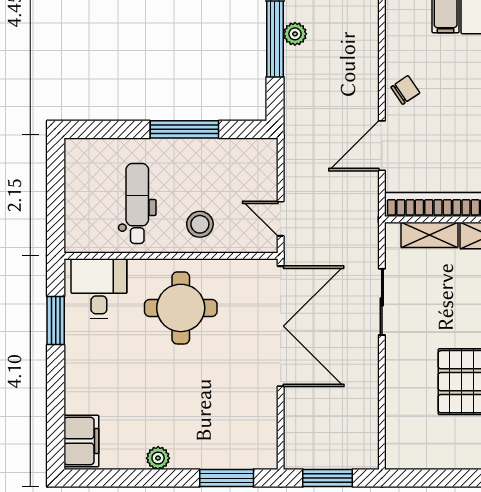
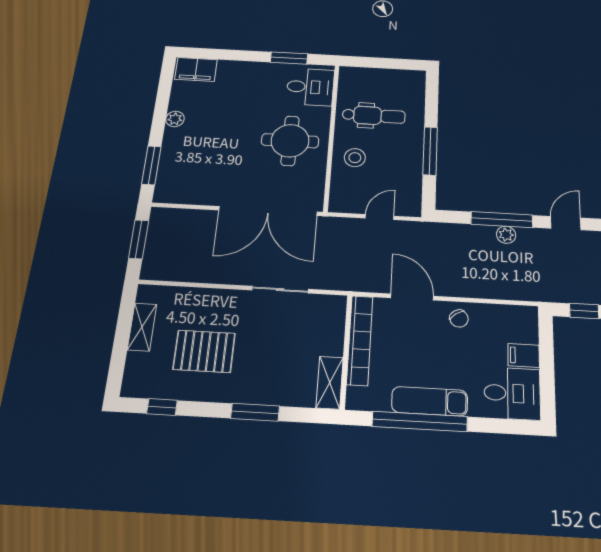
door: (281, 219) -> (380, 217), moved
shelving: (429, 235) -> (142, 327), moved

